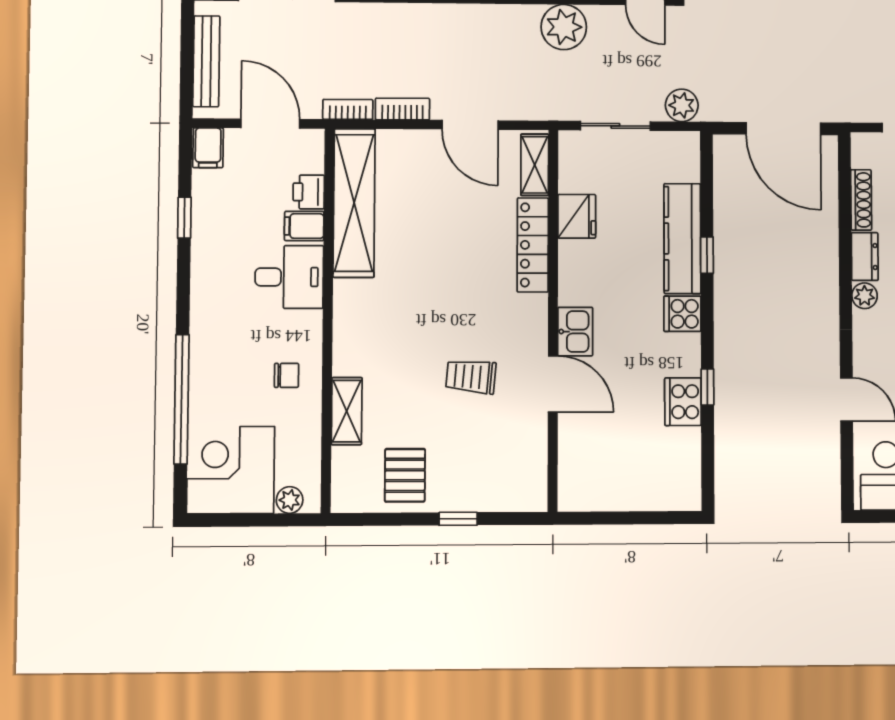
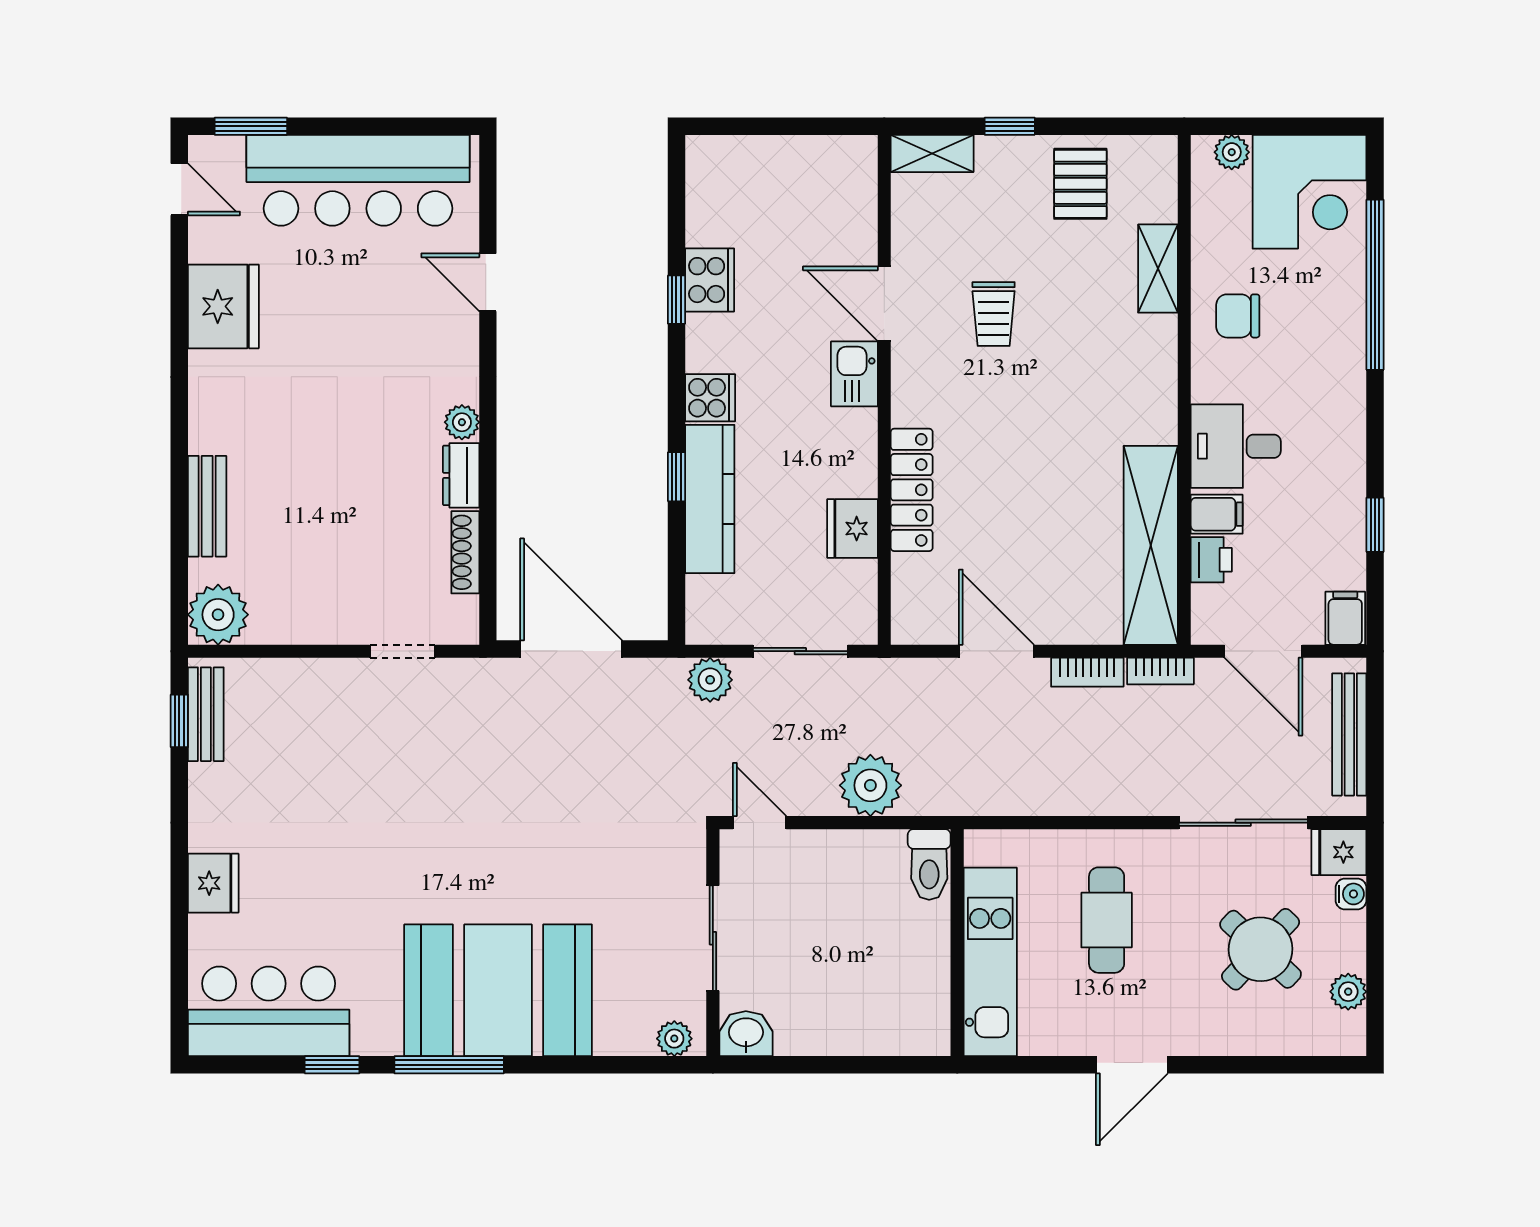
shelving: (535, 165) -> (932, 153), moved, turned 90
chair: (286, 375) -> (1238, 316), width x1.37, depth x1.37
trolley: (471, 377) -> (994, 314), turned 85

